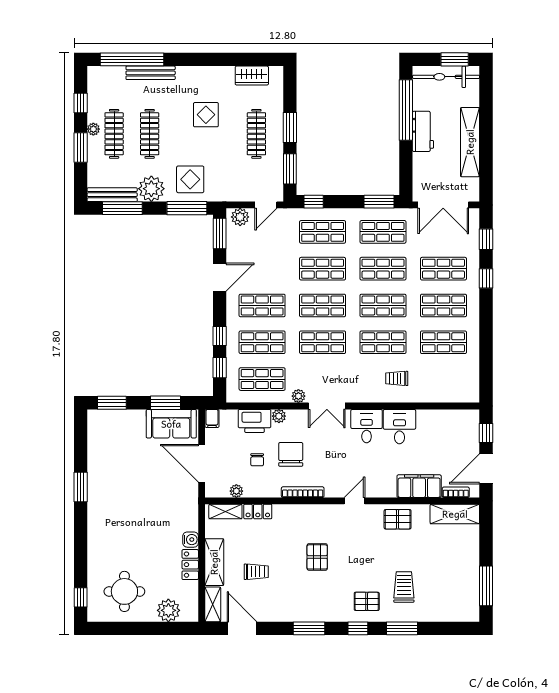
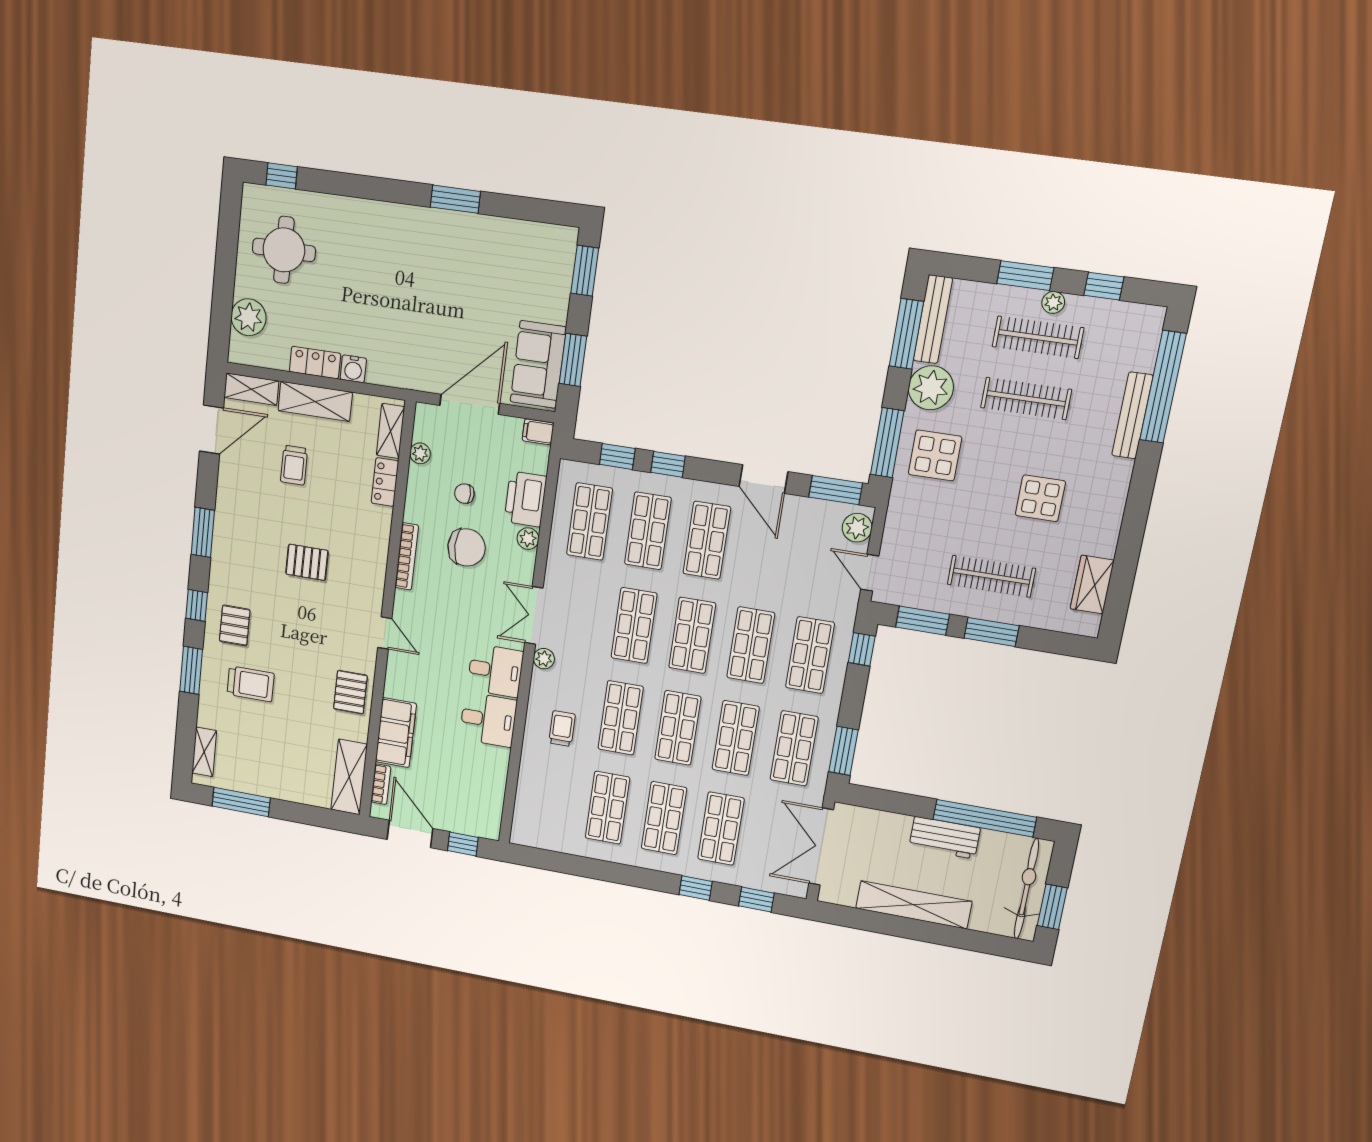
plant: (298, 396) -> (544, 659), moved
shelving: (456, 615) -> (204, 752), added

